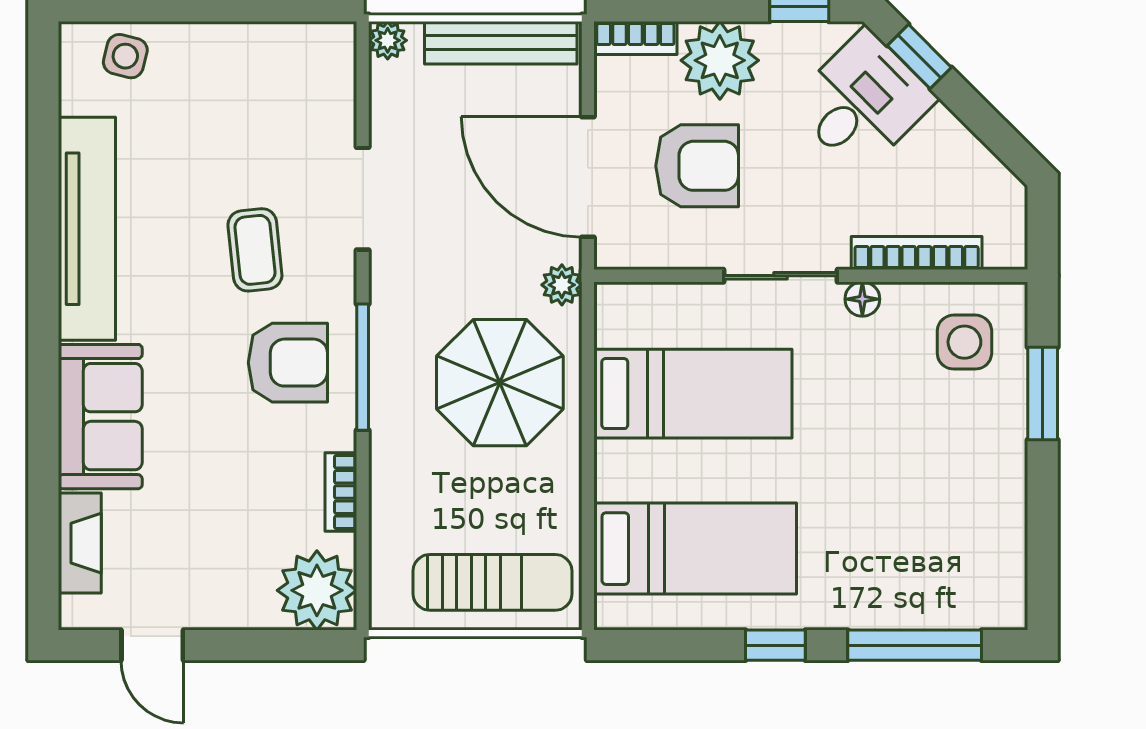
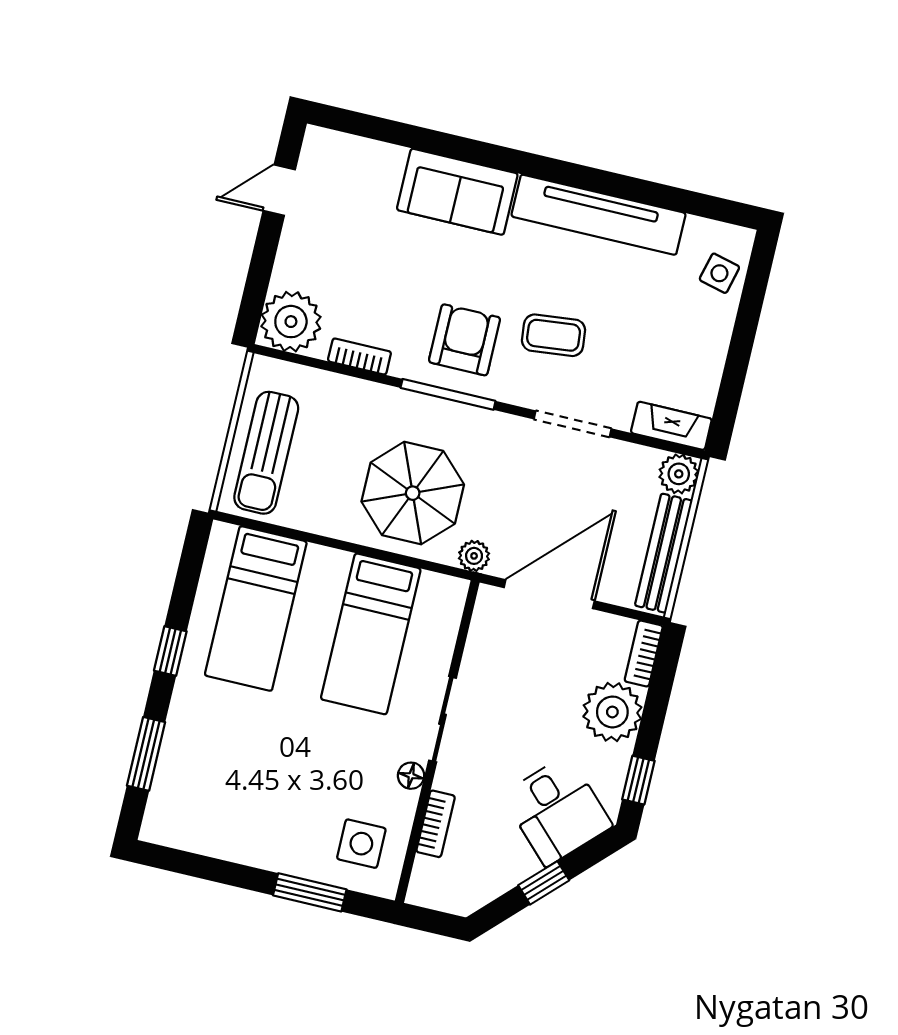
plant: (388, 40) -> (679, 474), width x1.38, depth x1.38
window: (919, 57) -> (544, 883), moved
armchair: (697, 166) -> (538, 677), removed
bookcase: (917, 253) -> (436, 824), width x0.64
armchair: (288, 363) -> (464, 340), turned 180
fireplace: (80, 543) -> (671, 426), moved, turned 180
window: (915, 645) -> (146, 754), width x0.69

